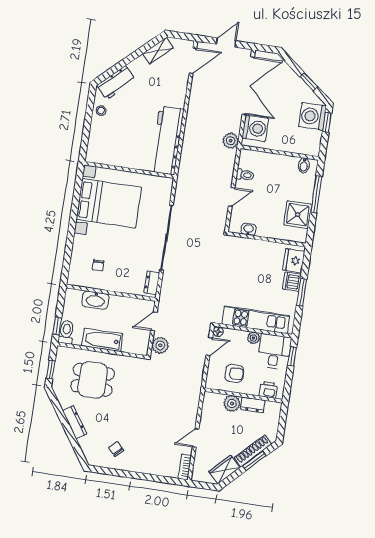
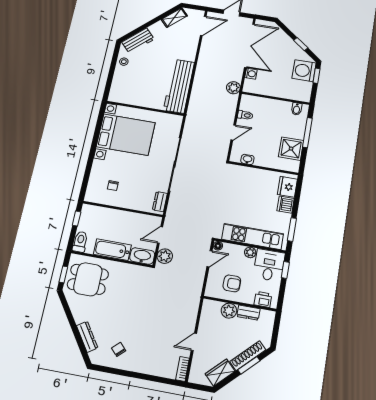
washing machine: (255, 128) -> (251, 74), width x0.53, depth x0.53
window: (302, 292) -> (292, 229), moved
washbasin: (95, 300) -> (142, 256), moved, turned 180
window: (57, 326) -> (77, 219), moved
dining table: (93, 380) -> (88, 279), moved
dresser: (75, 422) -> (87, 337), moved

